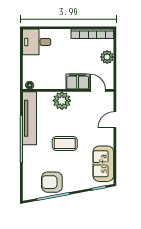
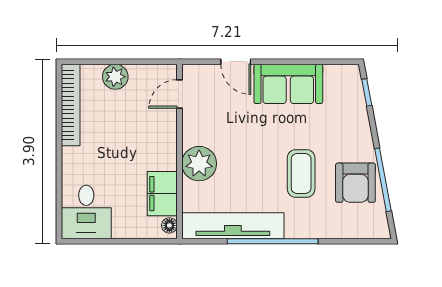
filing cabinet: (78, 82) -> (162, 194), moved
coffee table: (65, 143) -> (301, 173), moved
sofa: (103, 164) -> (288, 84), moved

